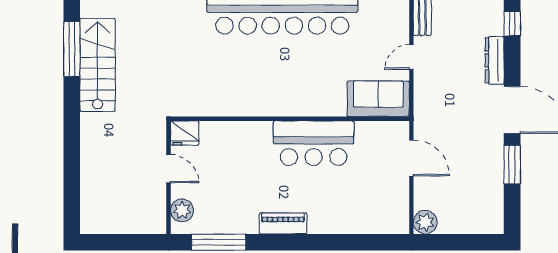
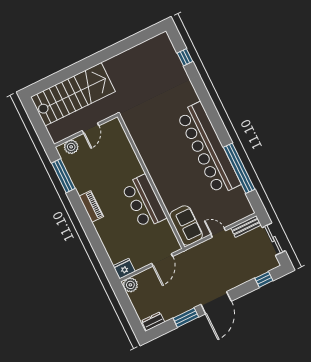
window: (72, 49) -> (131, 42), removed
dresser: (495, 60) -> (153, 321), moved, width x0.70
stairs: (98, 65) -> (73, 94), moved, width x1.36, depth x1.51
fridge: (185, 133) -> (124, 269), moved, turned 90

